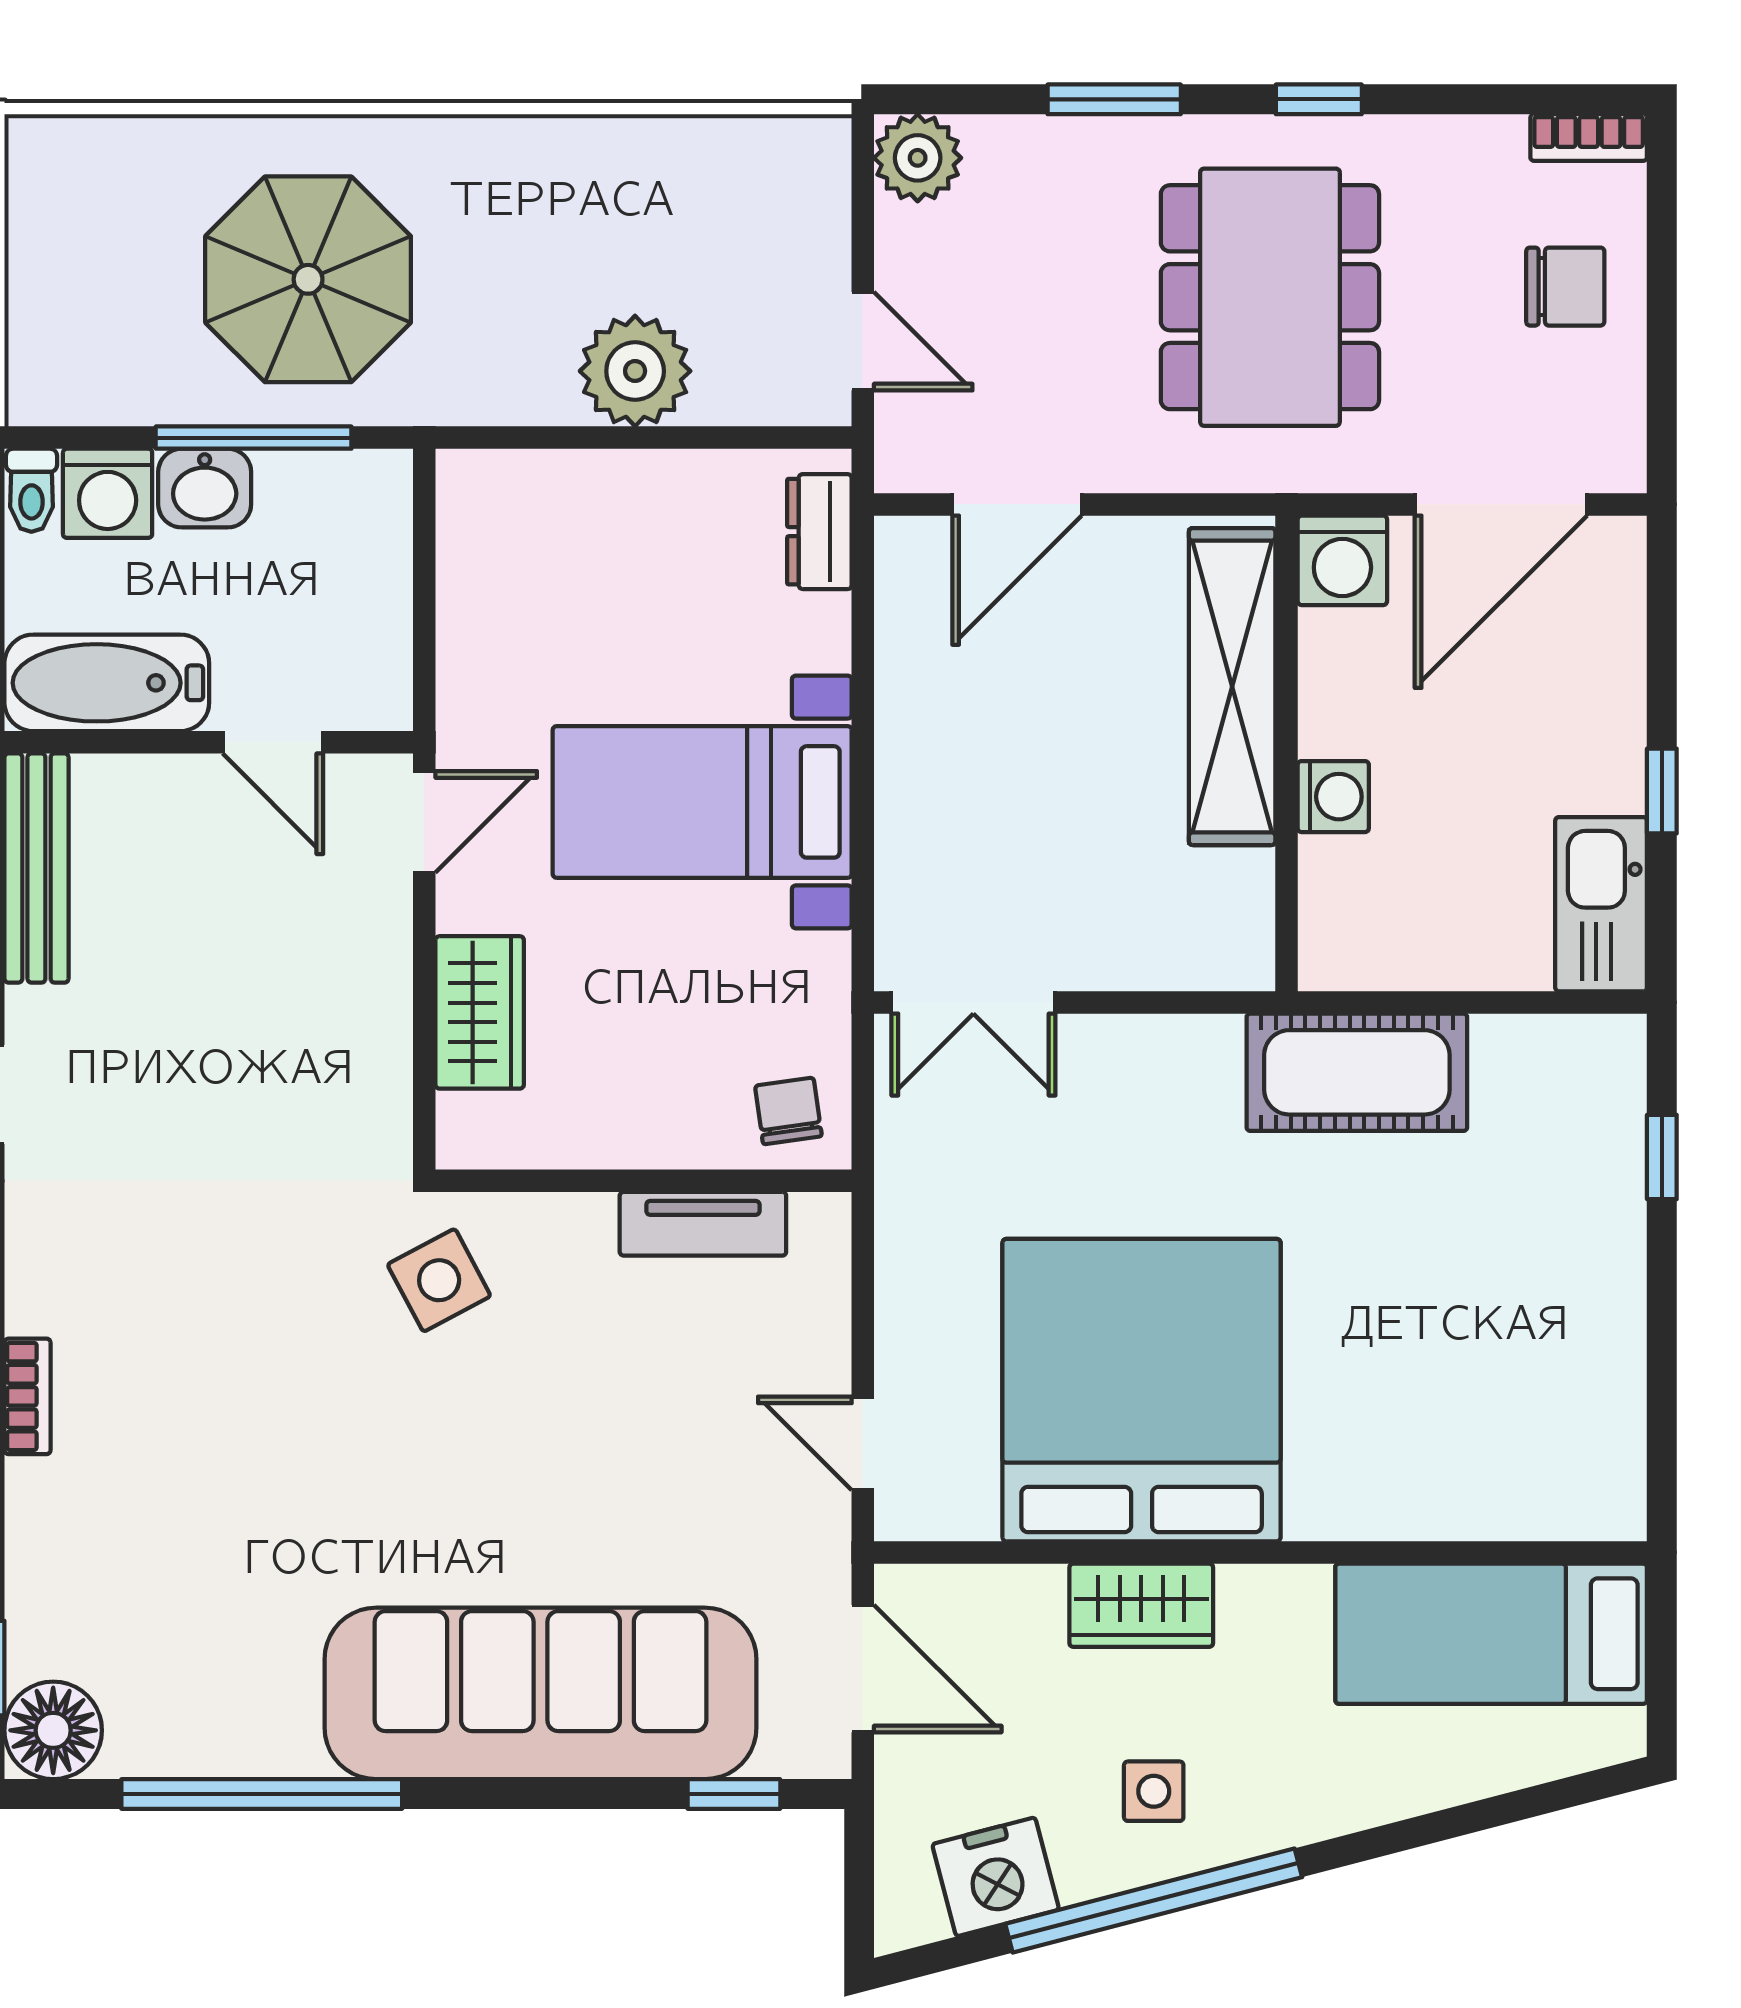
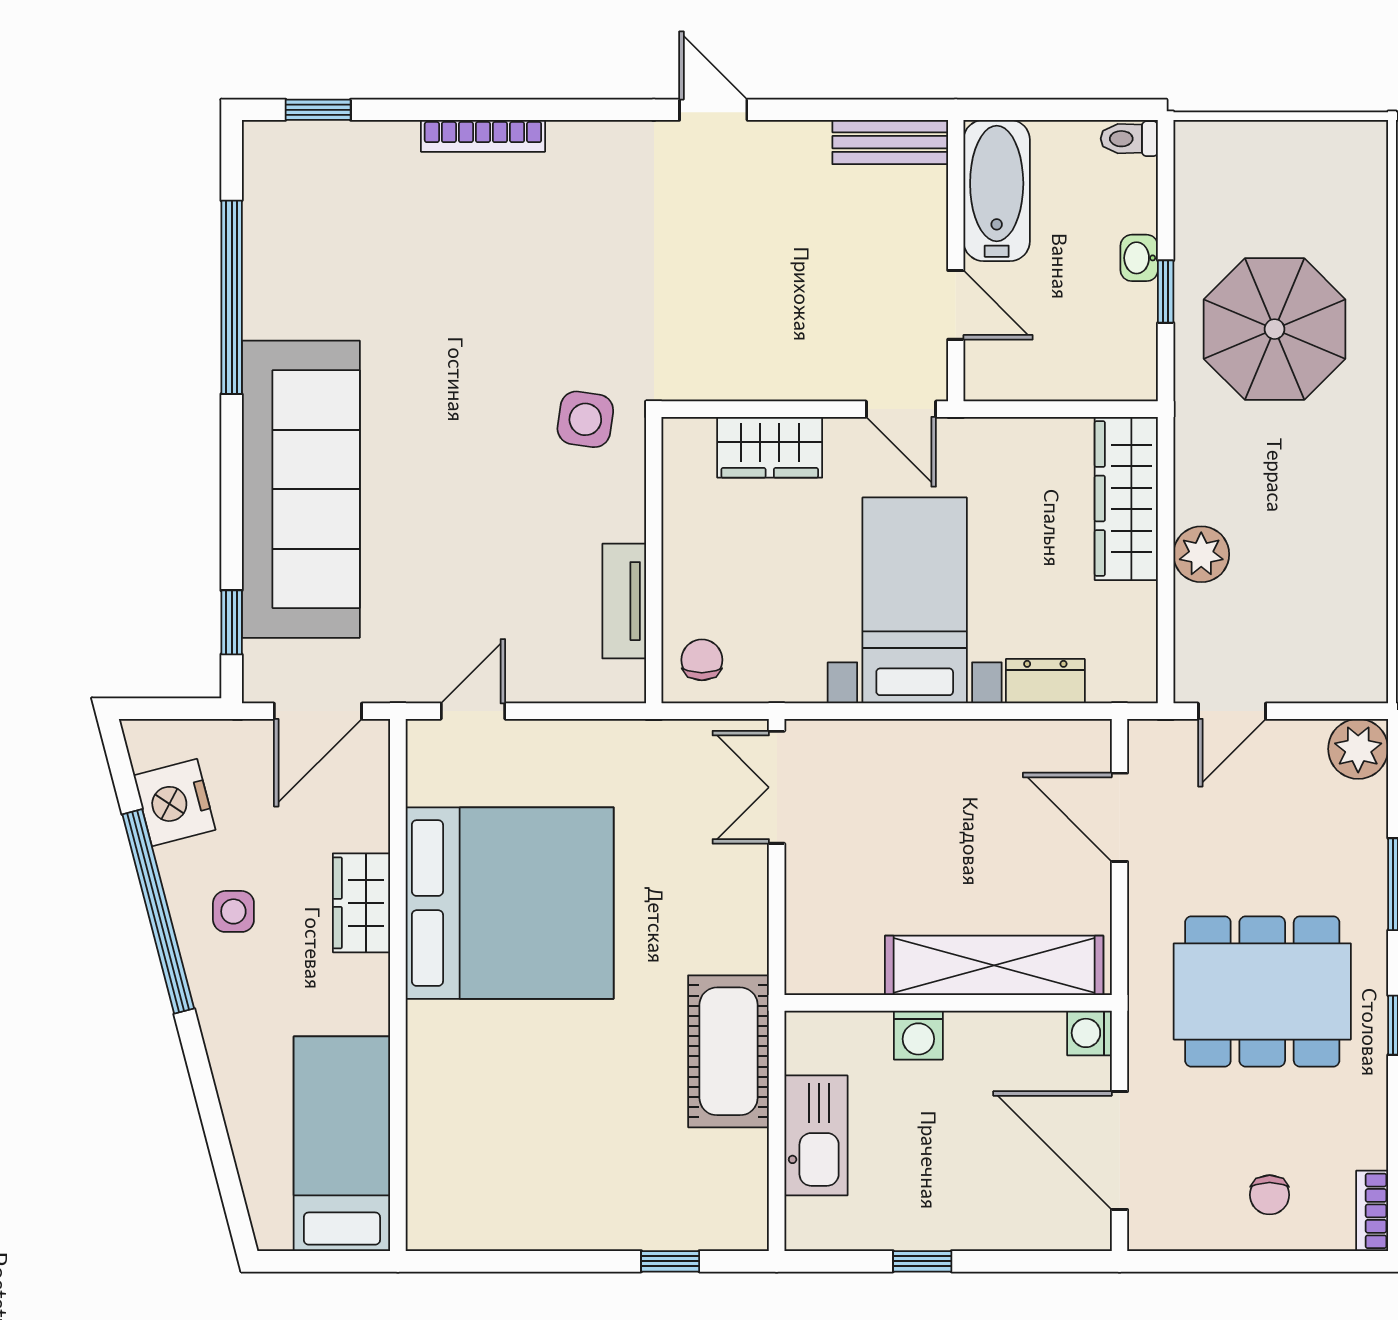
chair: (1565, 287) -> (1270, 1195), width x0.73, depth x0.73
plant: (635, 371) -> (1201, 554), width x0.73, depth x0.73
window: (254, 438) -> (1166, 292), width x0.46
washbasin: (205, 488) -> (1139, 258), width x0.72, depth x0.69
washing machine: (108, 493) -> (1127, 191), removed
wardrobe: (554, 495) -> (1126, 499), added
dresser: (819, 532) -> (1045, 681), moved
washing machine: (1342, 560) -> (1089, 1033), width x0.73, depth x0.73
door: (273, 742) -> (956, 305), swing flipped
bench: (36, 868) -> (890, 142), width x0.73
kitchen sink: (1601, 904) -> (816, 1135), moved, turned 90
chair: (788, 1111) -> (702, 660), turned -82
side table: (439, 1280) -> (585, 419), turned 36
bookcase: (27, 1396) -> (483, 136), width x1.56
floor lamp: (53, 1730) -> (275, 154), removed

